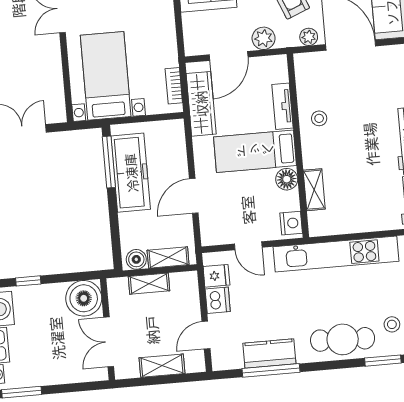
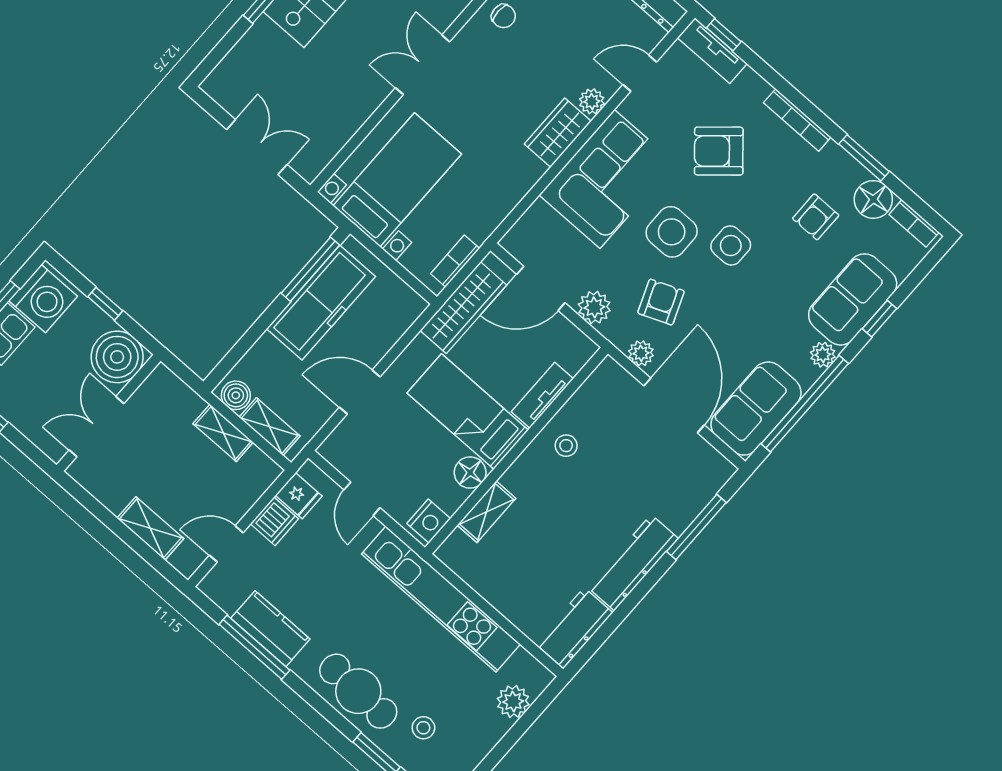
boiler: (84, 298) -> (117, 357), moved
wall: (108, 329) -> (109, 413), moved
double door: (109, 342) -> (96, 427), moved

